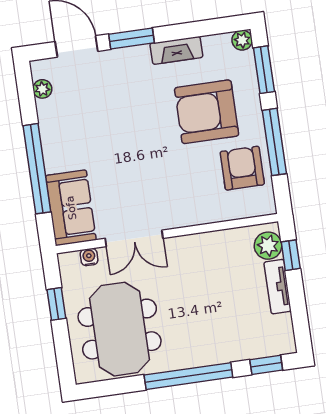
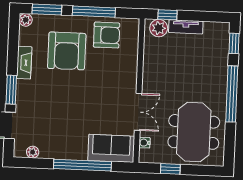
armchair: (242, 168) -> (107, 35), turned 180
meeting table: (120, 329) -> (194, 132), turned 90

